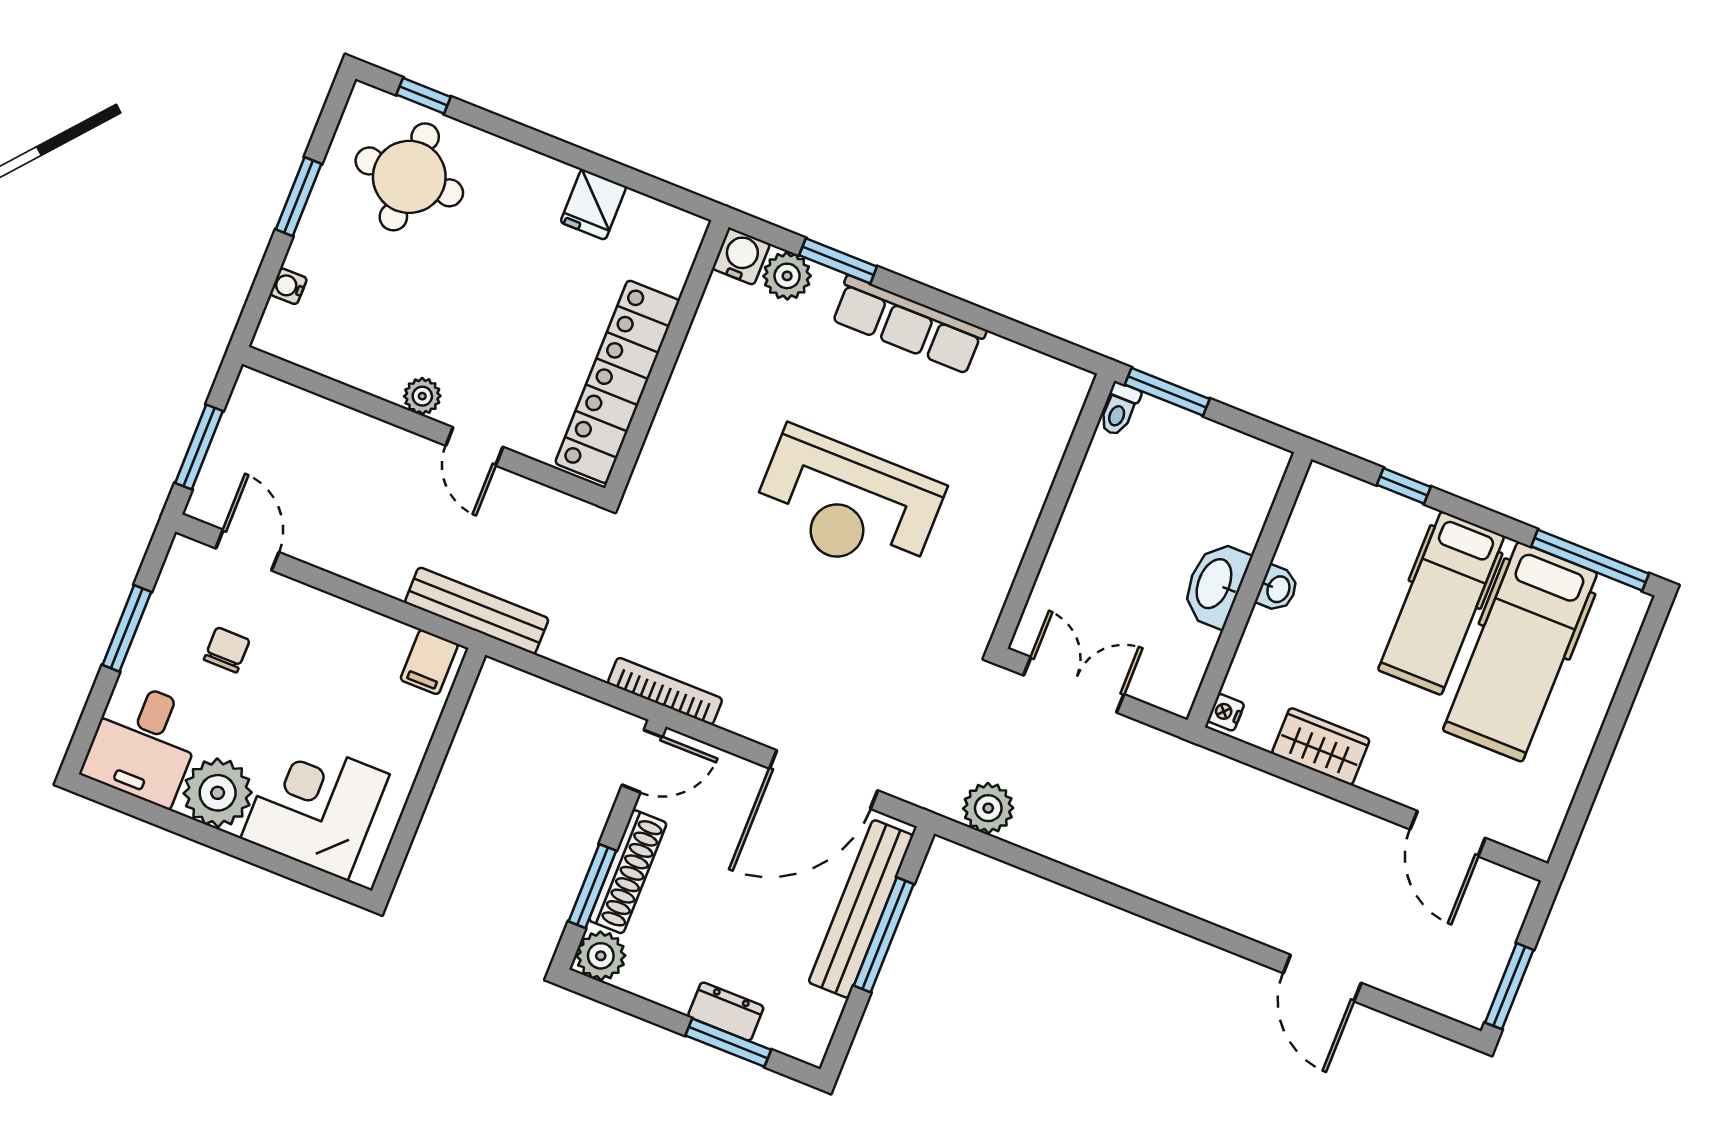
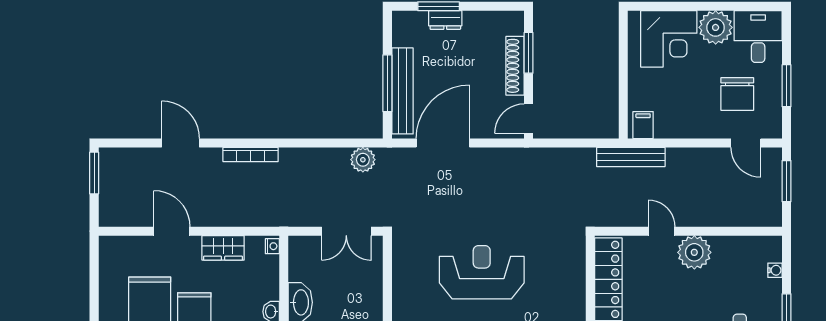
plant: (422, 396) -> (694, 252), width x1.87, depth x1.87
chair: (227, 650) -> (737, 94), width x1.87, depth x1.87
bookcase: (665, 691) -> (251, 154), moved
door: (1448, 834) -> (172, 231), moved
plant: (601, 956) -> (512, 23), removed

